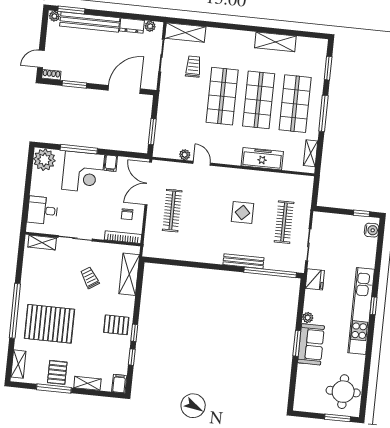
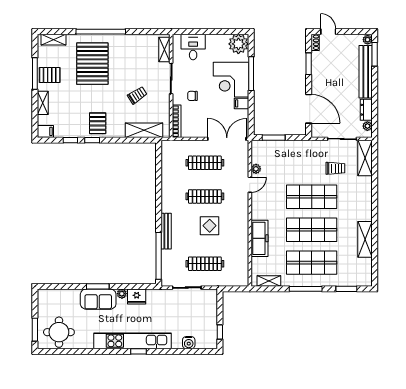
chair: (127, 214) -> (193, 96), moved
clothes rail: (209, 214) -> (205, 196), added
water cooler: (372, 230) -> (189, 343), moved
fridge: (315, 279) -> (137, 297), moved

